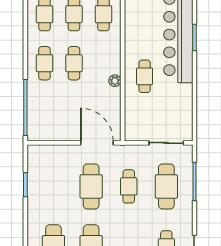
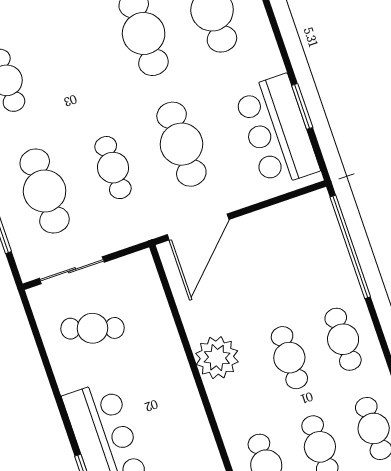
cafe table: (145, 76) -> (93, 328), moved, turned -72
plant: (115, 81) -> (217, 358), width x1.88, depth x1.88
door: (97, 143) -> (198, 227), hinge flipped
bar counter: (42, 177) -> (277, 131), added

